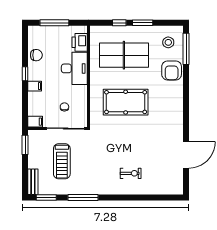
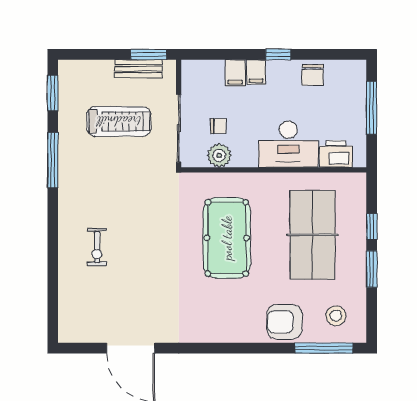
plant: (80, 106) -> (219, 155), added
filing cabinet: (35, 122) -> (235, 73), moved
treadmill: (62, 161) -> (119, 121), turned 180
bench: (33, 182) -> (138, 69), moved

